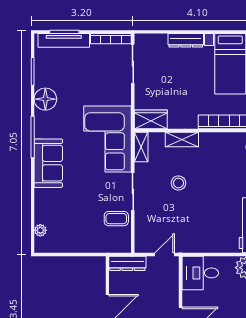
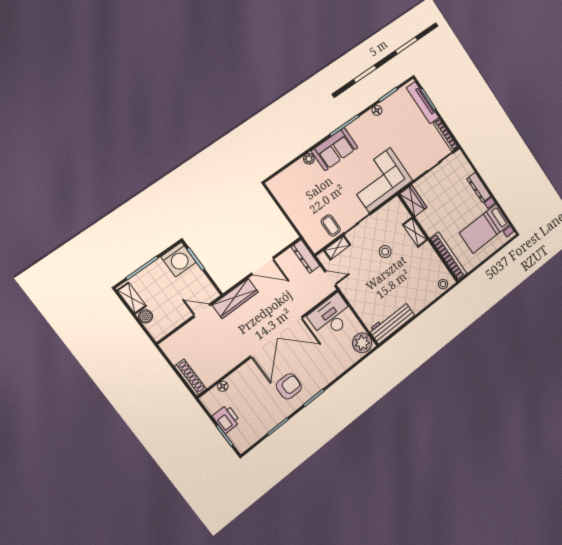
floor lamp: (45, 99) -> (377, 110), width x0.53, depth x0.53
shelving: (141, 147) -> (337, 248), moved
plant: (40, 230) -> (309, 159), moved
desk: (200, 273) -> (331, 317), width x1.37

